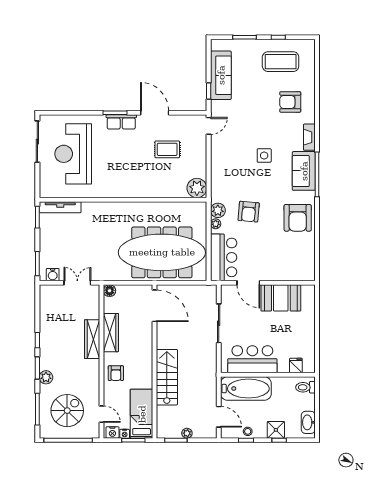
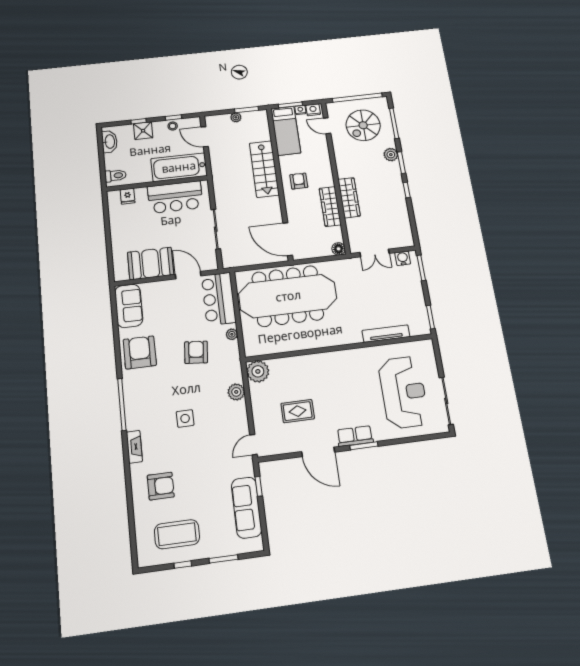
sofa: (304, 171) -> (129, 306), moved
tv unit: (60, 207) -> (386, 334), moved
plant: (218, 210) -> (236, 392), moved
armchair: (116, 373) -> (299, 181), moved

